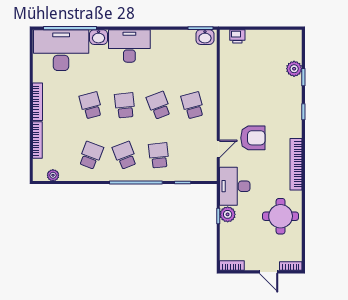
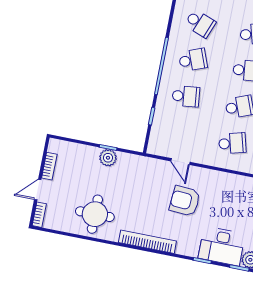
armchair: (253, 138) -> (185, 201), turned 94
desk: (235, 186) -> (222, 246), moved, turned 180
bookcase: (232, 266) -> (49, 166), moved

